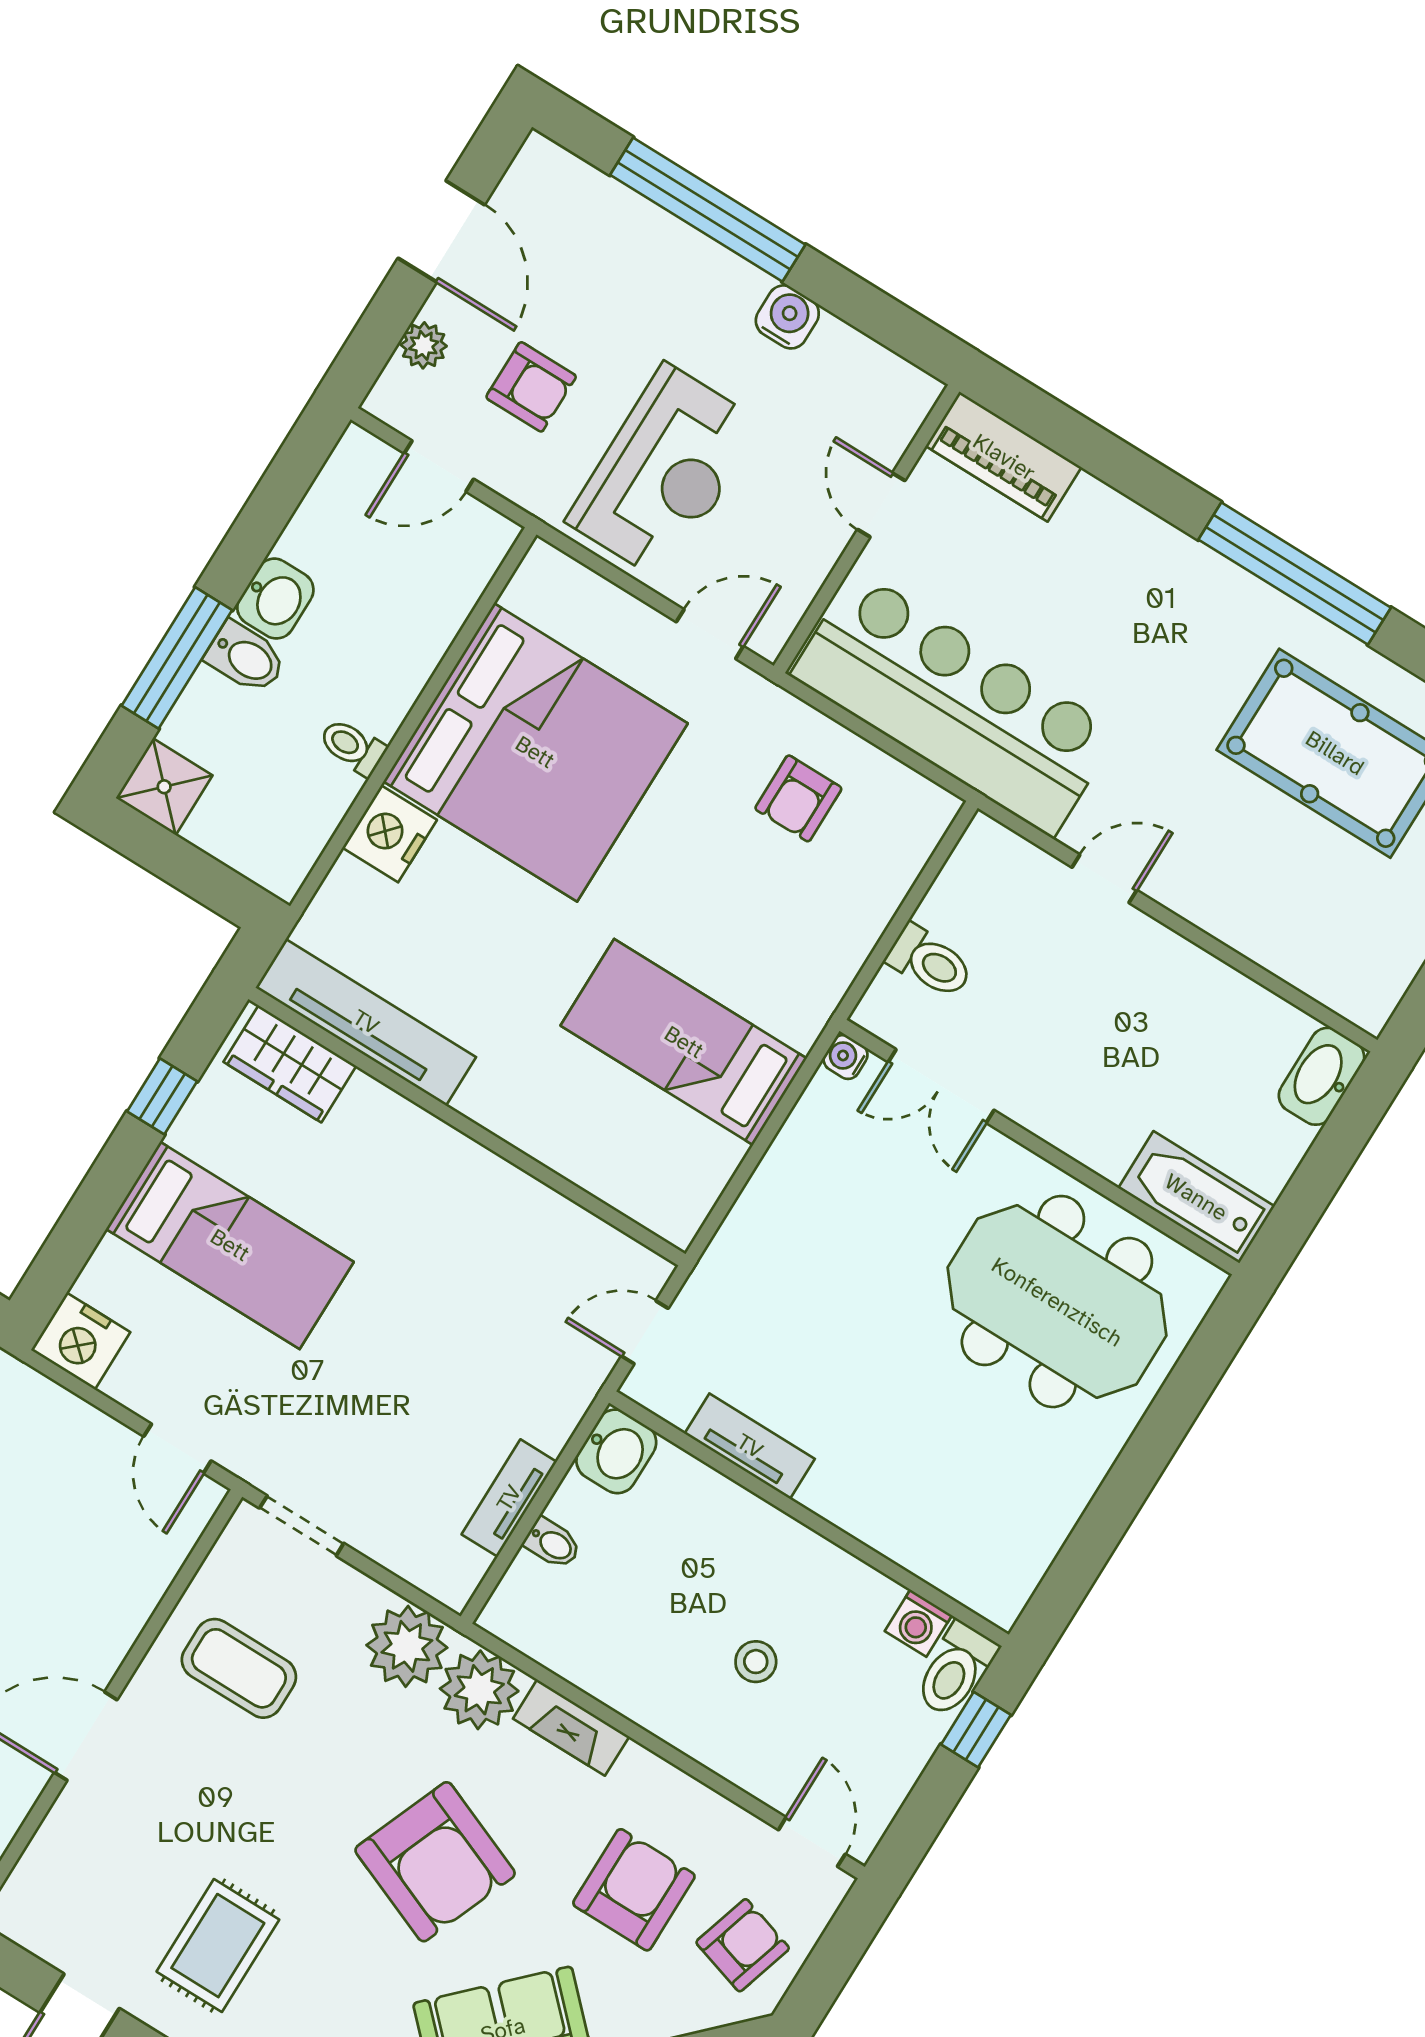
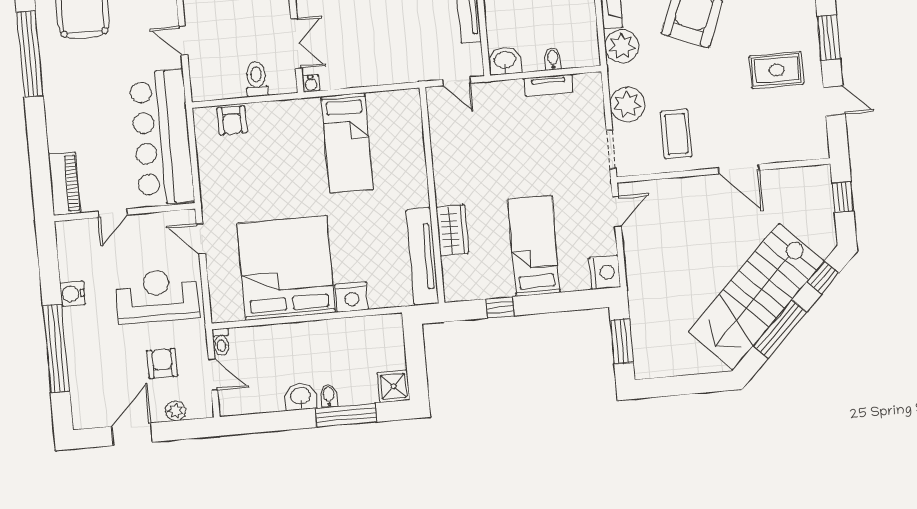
bidet: (246, 658) -> (329, 396), width x0.72, depth x0.74
toilet: (352, 747) -> (221, 342), moved
armchair: (798, 798) -> (232, 120), moved, turned 90
wardrobe: (290, 1064) -> (452, 230), moved
plant: (407, 1646) -> (627, 105), moved

